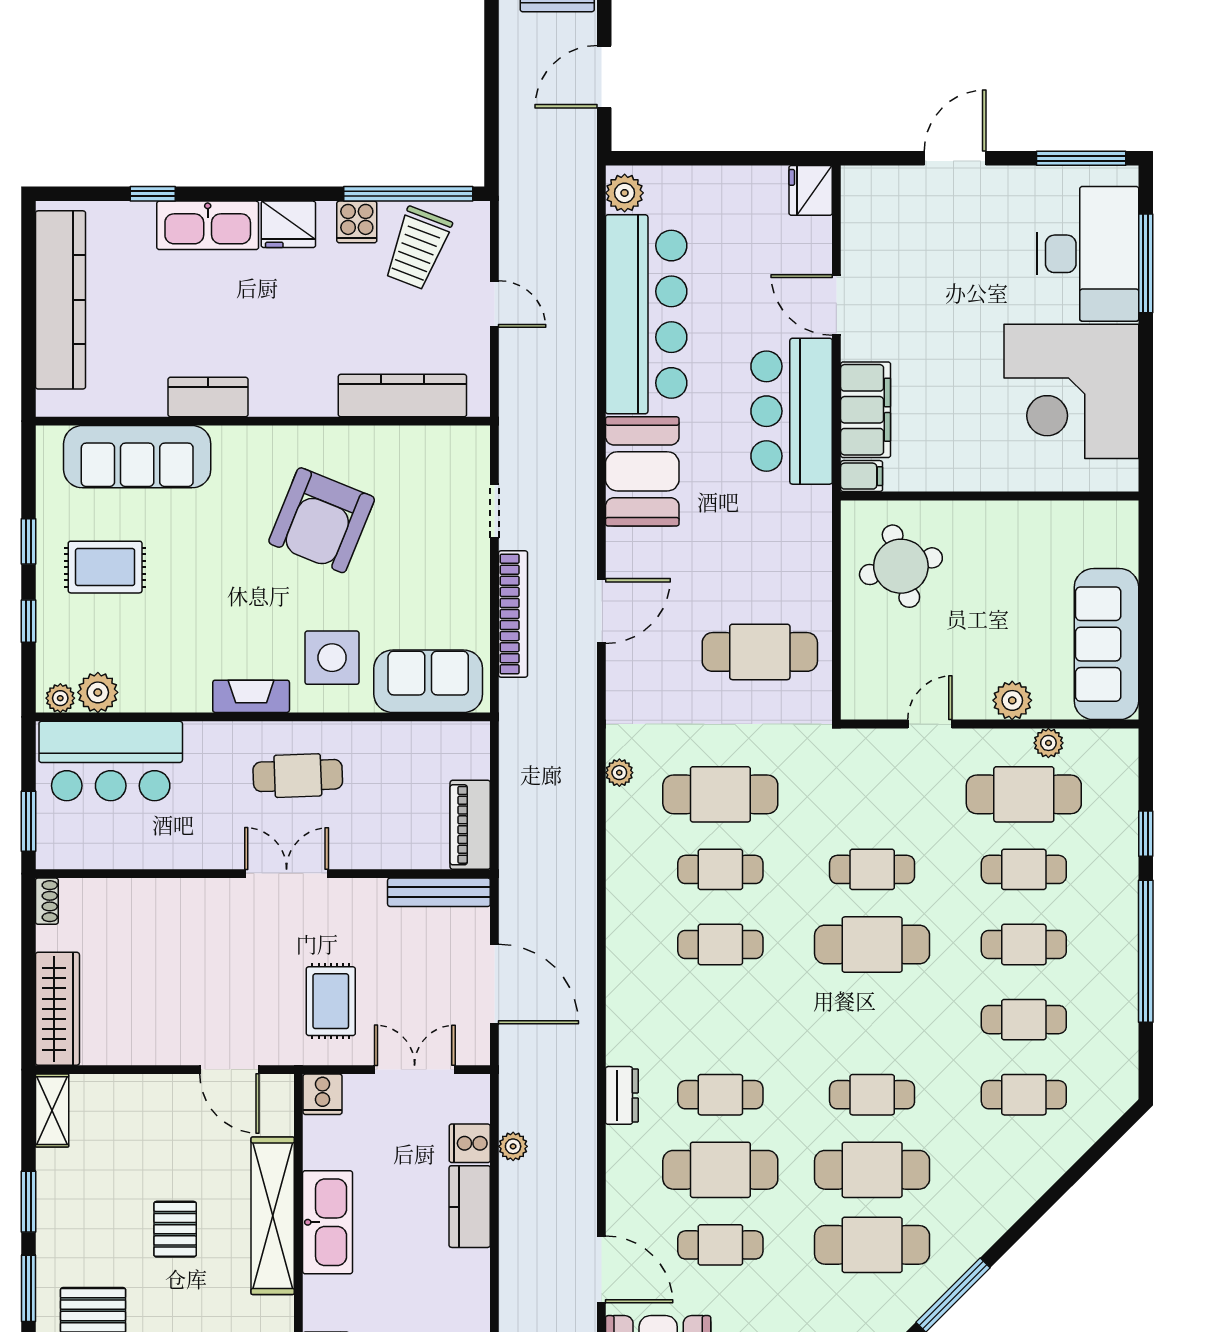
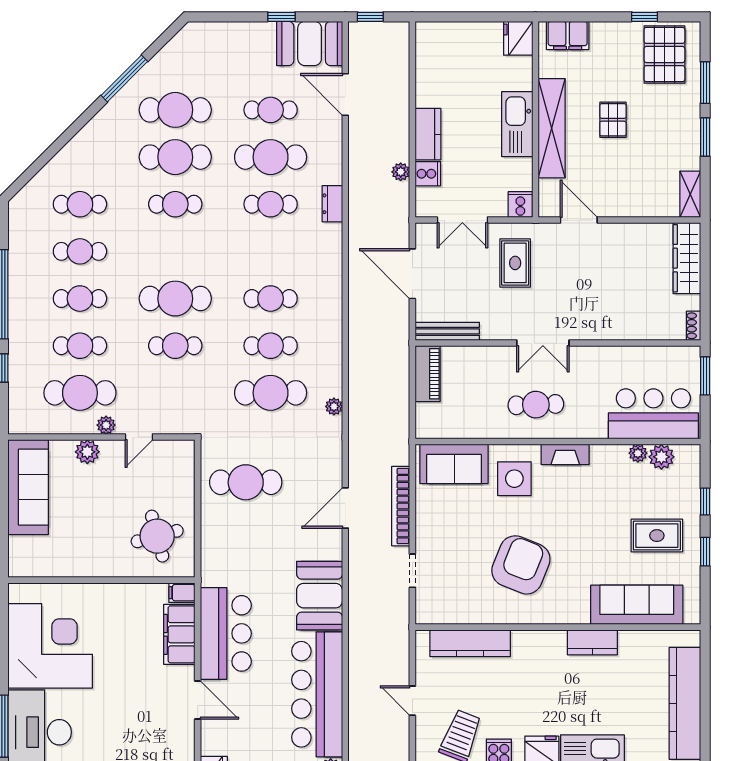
plant: (60, 698) -> (638, 453), moved
plant: (1048, 743) -> (106, 425), moved

